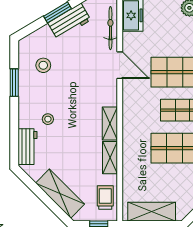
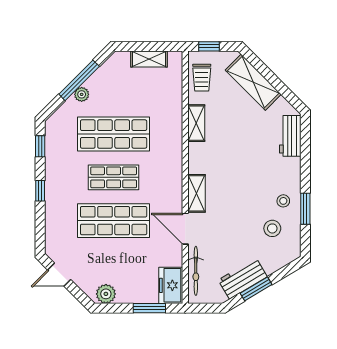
stool: (48, 119) -> (283, 201), moved
shelving: (110, 123) -> (197, 193), moved
shelving: (152, 212) -> (149, 59), width x0.67, depth x0.75

